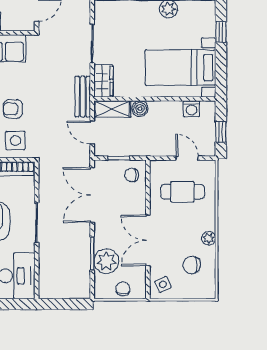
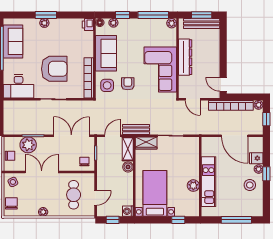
washing machine: (192, 109) -> (128, 211), moved
chair: (192, 265) -> (11, 203), moved

